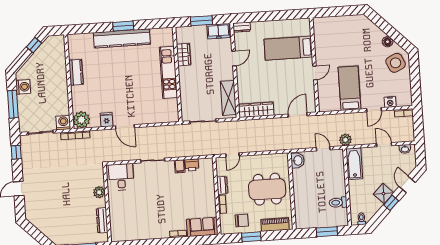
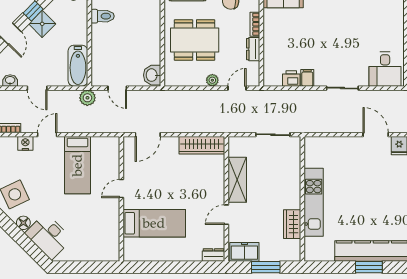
desk: (368, 33) -> (48, 236), added
shelving: (228, 98) -> (237, 180), moved
plant: (252, 160) -> (212, 80), added

